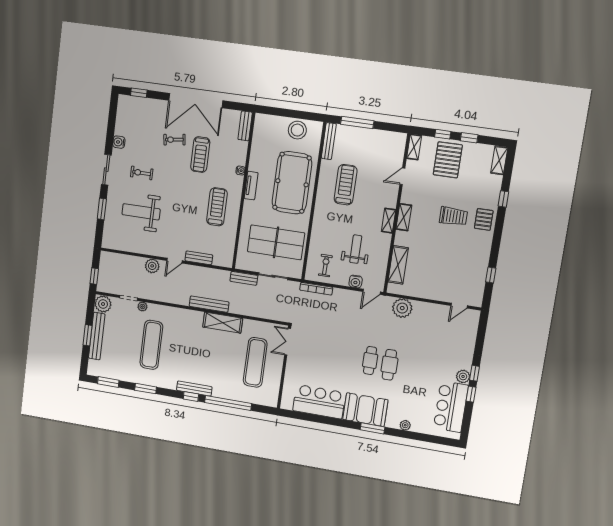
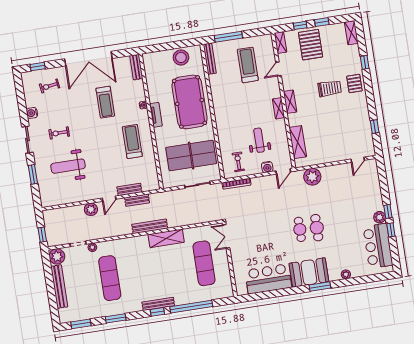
exercise bike: (174, 140) -> (50, 86), moved
treadmill: (346, 185) -> (248, 65), moved
bench: (244, 278) -> (137, 200), moved
window: (88, 335) -> (51, 289), removed

